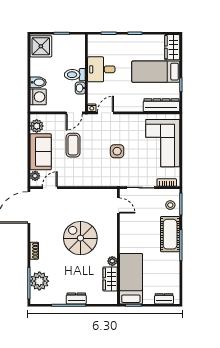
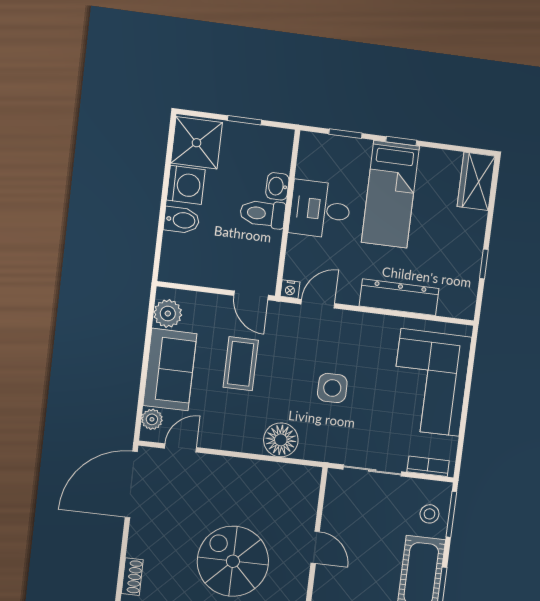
bed: (156, 72) -> (390, 194), moved, turned -90
washbasin: (80, 88) -> (277, 186), moved
washing machine: (38, 97) -> (186, 185), moved
dresser: (161, 105) -> (399, 297), moved
door: (74, 113) -> (251, 295), hinge flipped
floor lamp: (96, 178) -> (281, 440), added
door: (118, 206) -> (315, 547), moved

